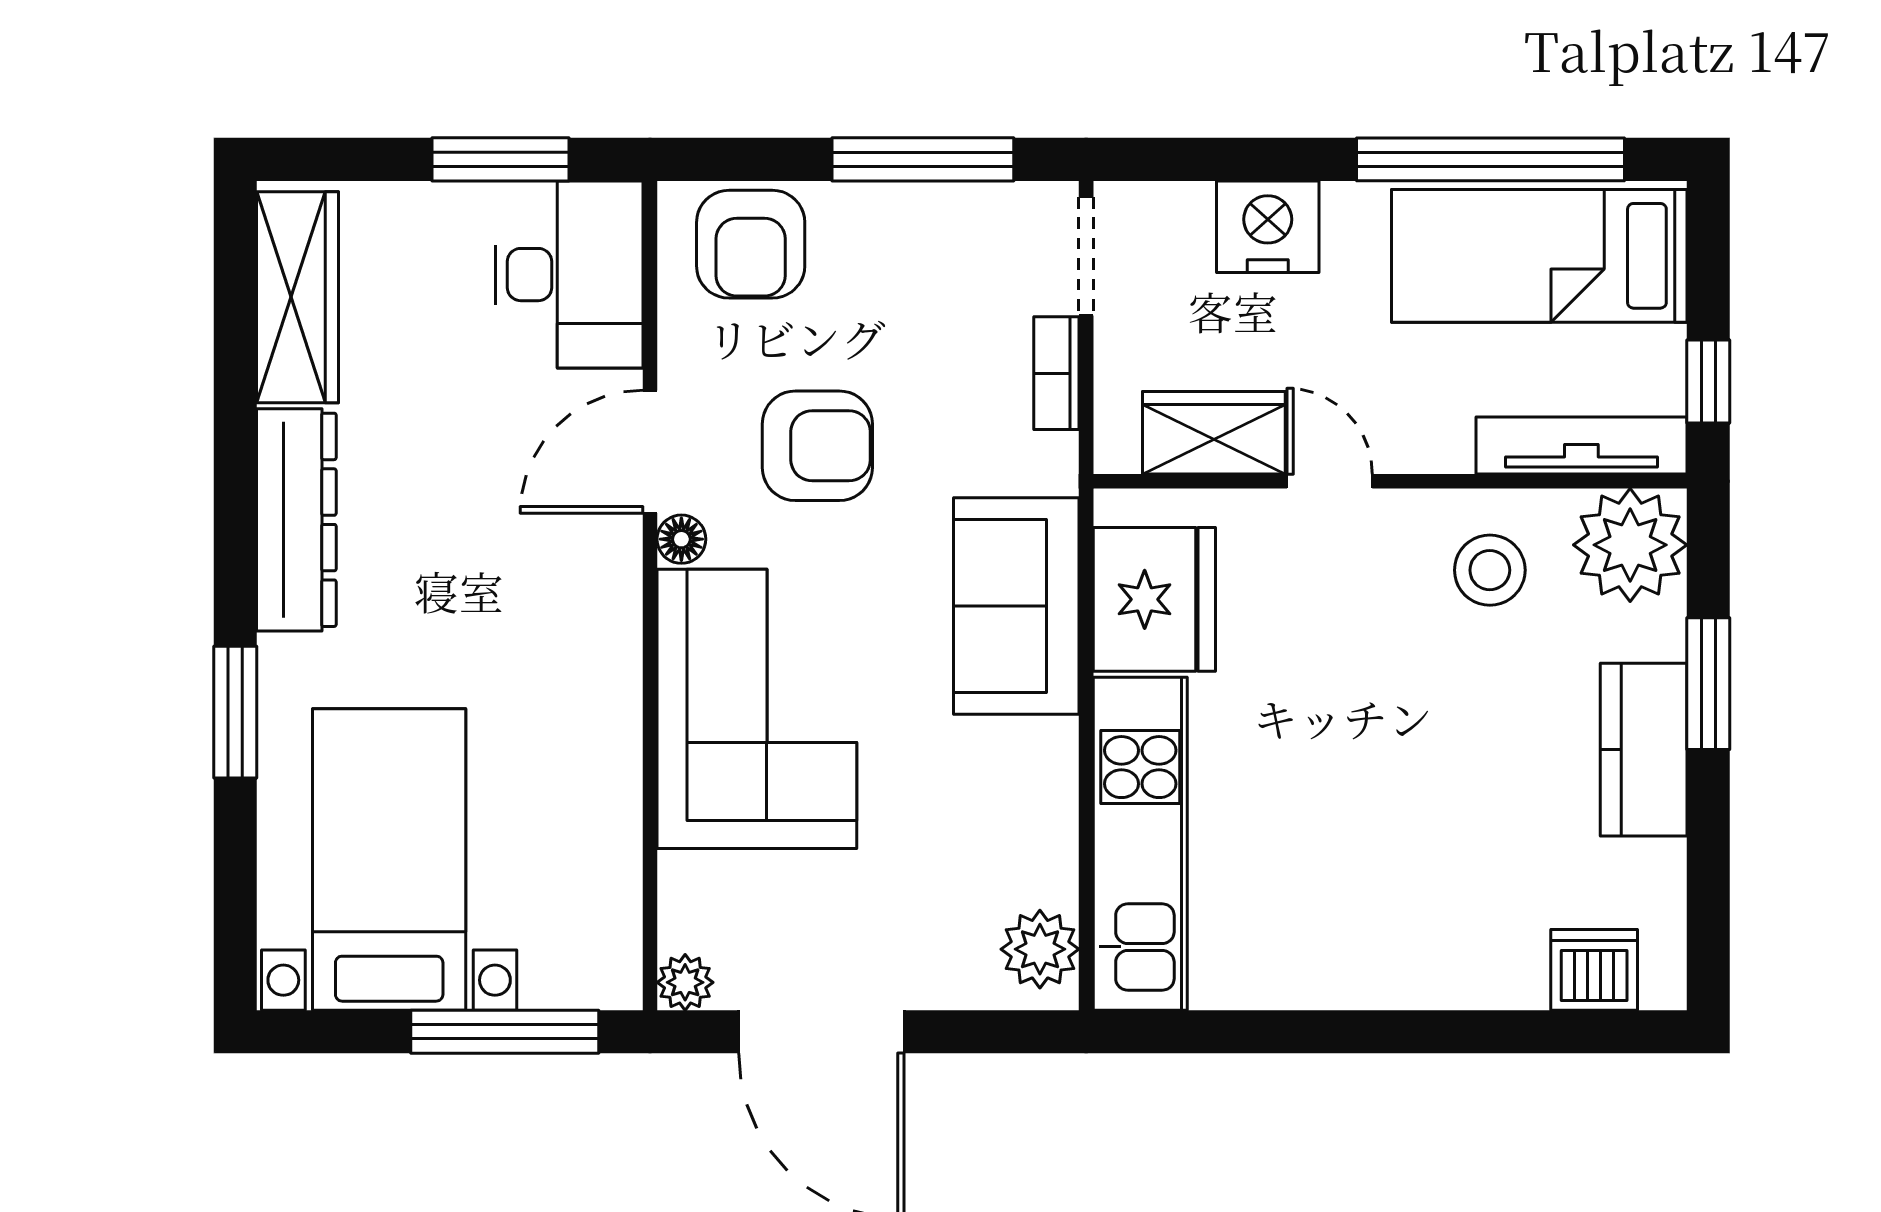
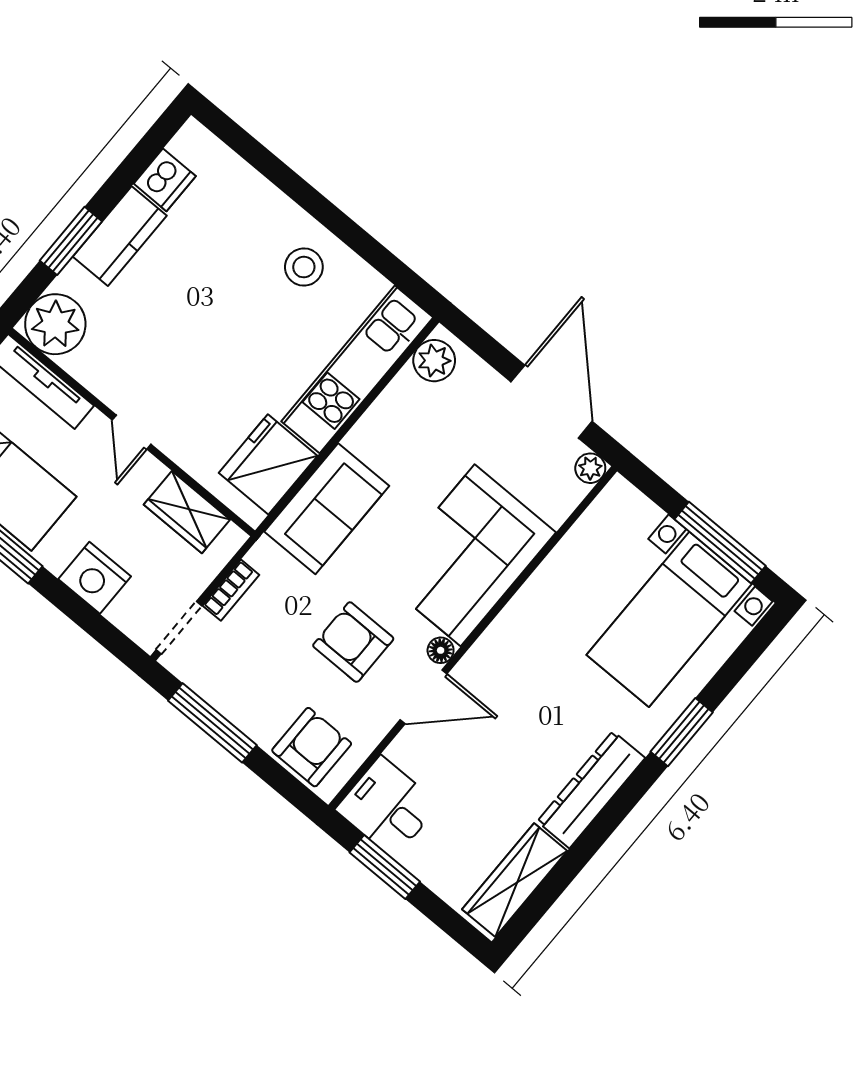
desk: (569, 275) -> (387, 807), width x0.73
door: (1330, 481) -> (132, 432), moved
stool: (1490, 570) -> (304, 267), moved
dishwasher: (1594, 970) -> (165, 180), moved, turned -90
window: (505, 1032) -> (720, 542), moved

